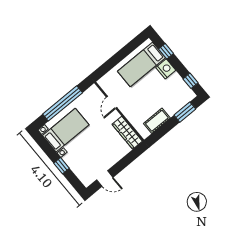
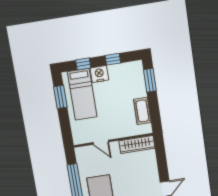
window: (129, 48) -> (60, 97), added
window: (191, 81) -> (113, 59), moved

